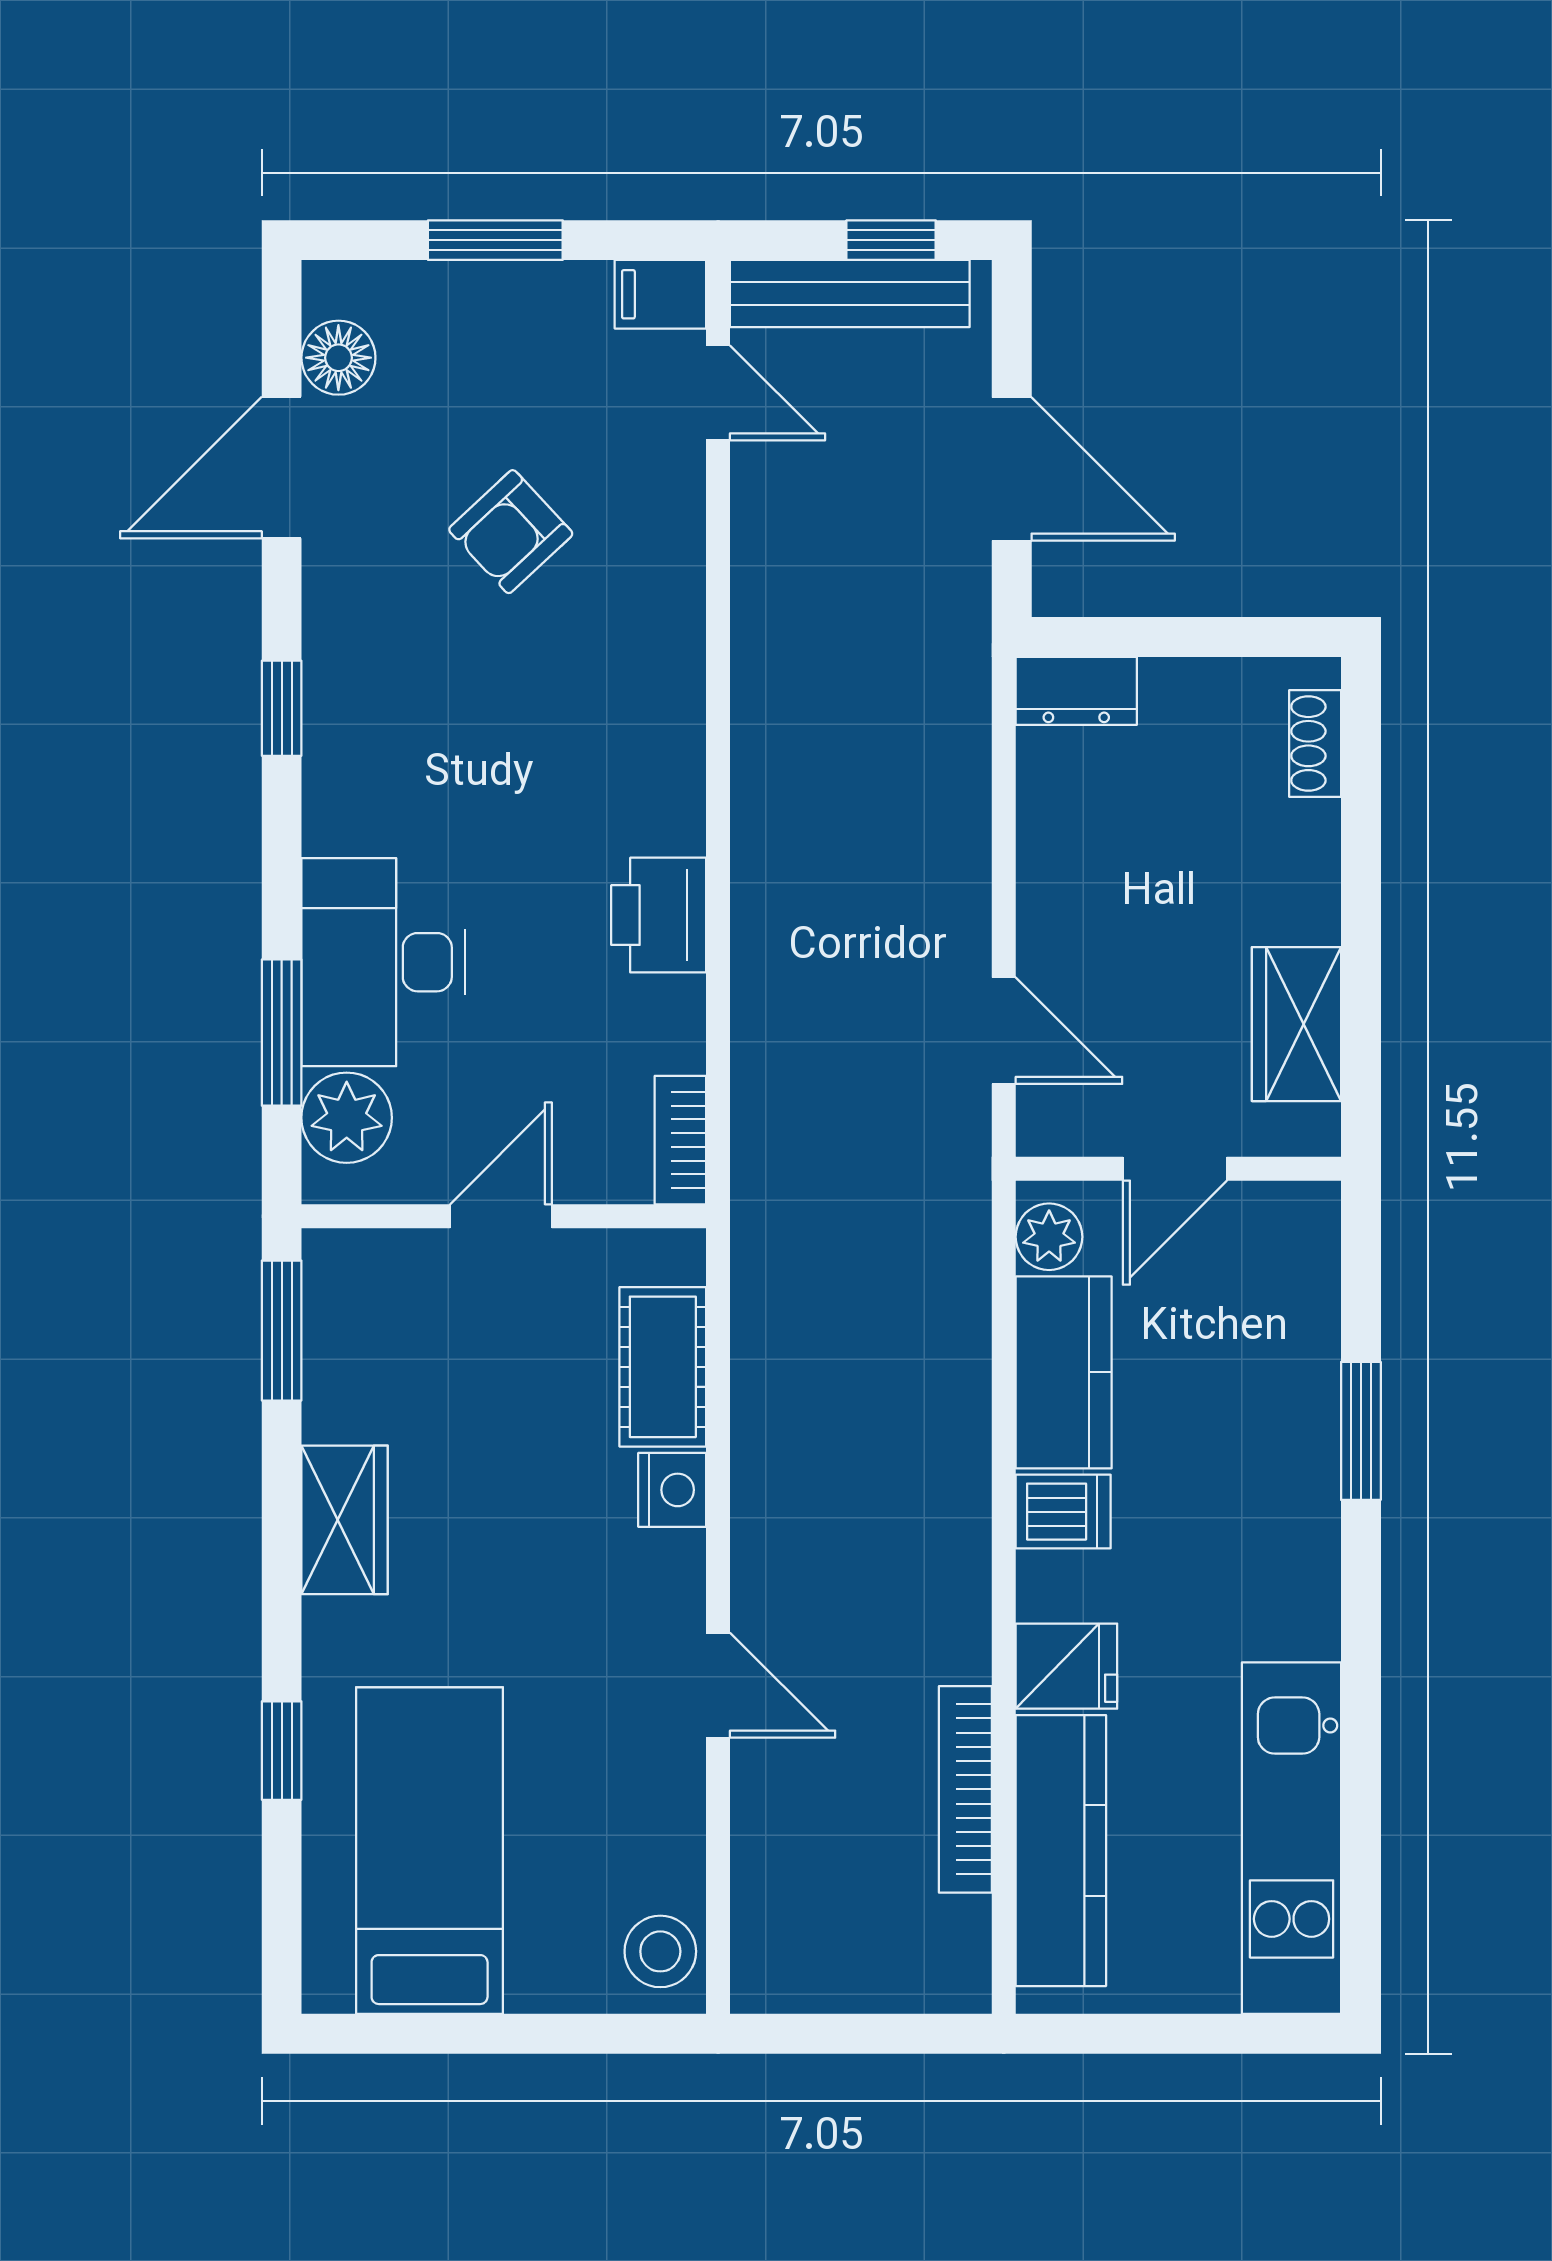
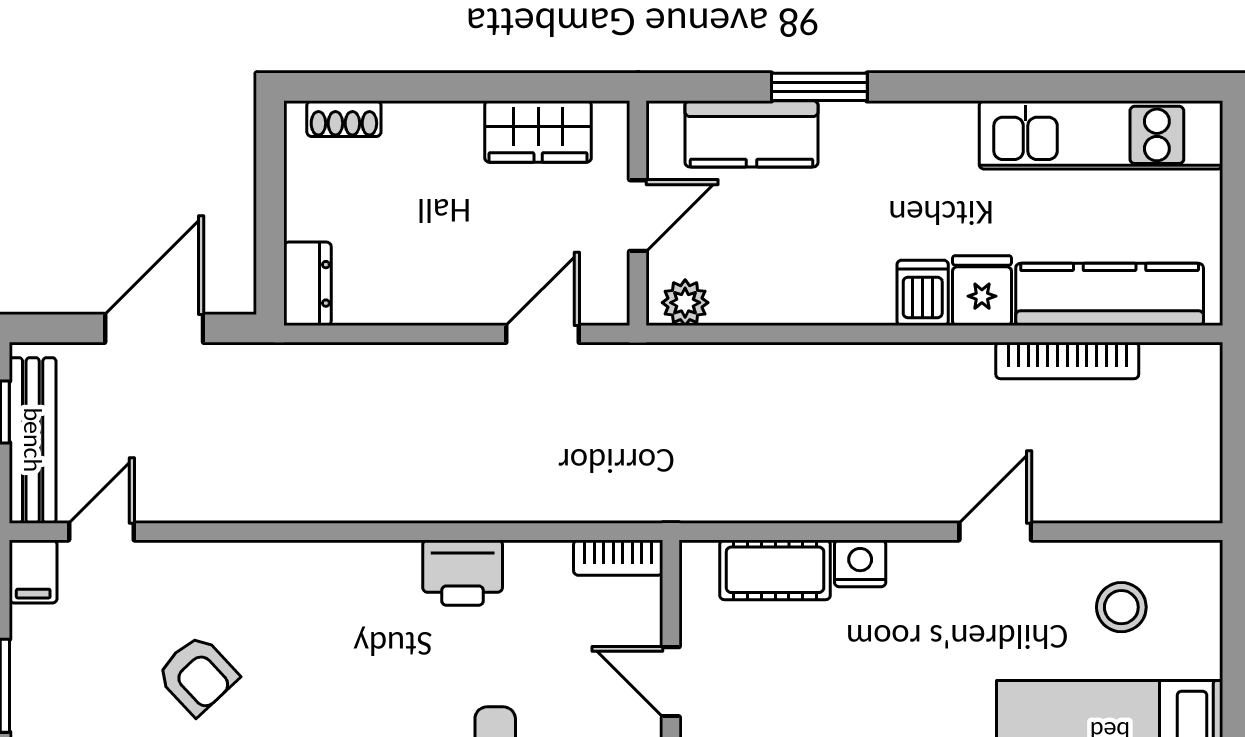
door: (1175, 1169) -> (638, 216), hinge flipped
kitchen counter: (1064, 1372) -> (752, 134), moved, turned 180
dishwasher: (1063, 1512) -> (923, 293), moved
stool: (660, 1951) -> (1121, 607), moved

